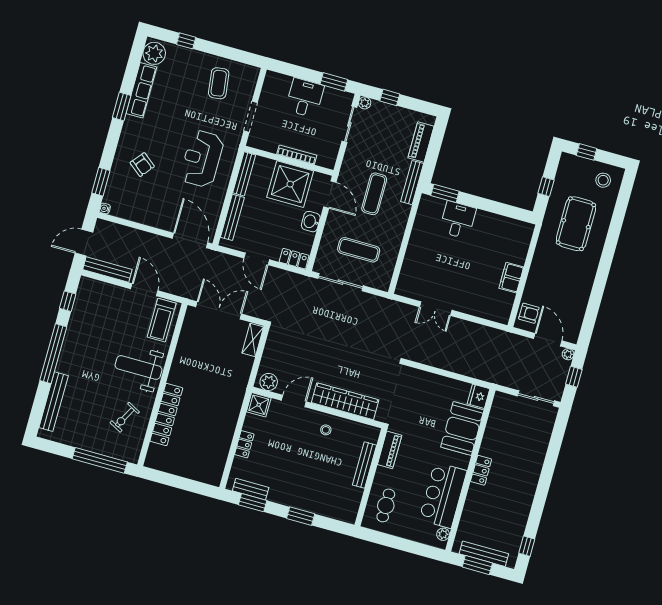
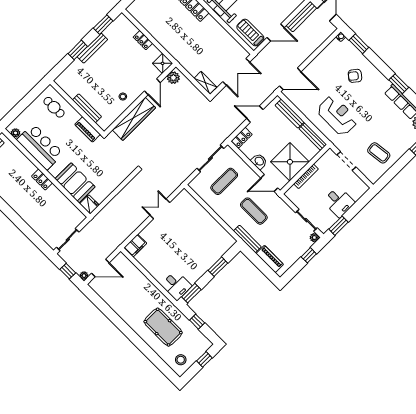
window: (445, 193) -> (218, 267), moved
window: (516, 213) -> (191, 293), added
desk: (458, 220) -> (176, 285), moved
filing cabinet: (511, 278) -> (135, 246), moved, turned 90
armchair: (529, 313) -> (124, 266), removed
bench: (251, 489) -> (92, 48), moved, width x1.36

